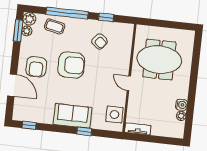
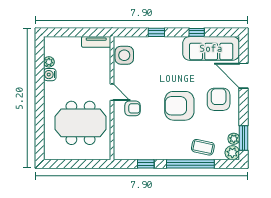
armchair: (99, 41) -> (133, 108), moved, turned 140
sofa: (72, 116) -> (211, 48), moved, width x1.36
window: (29, 125) -> (197, 32), moved

